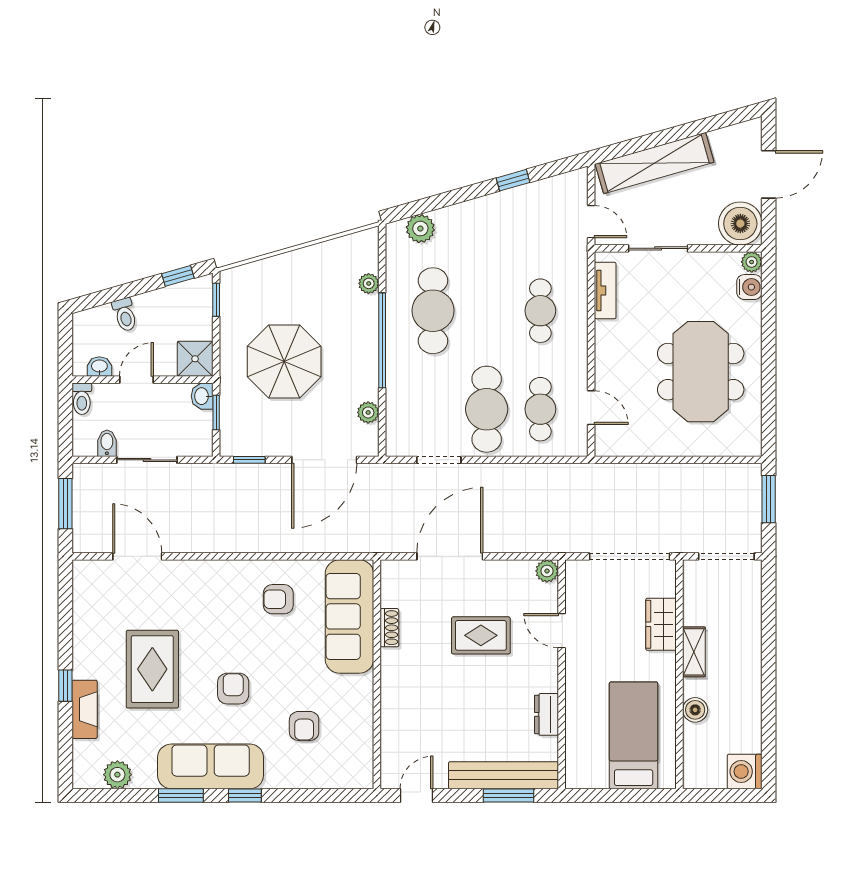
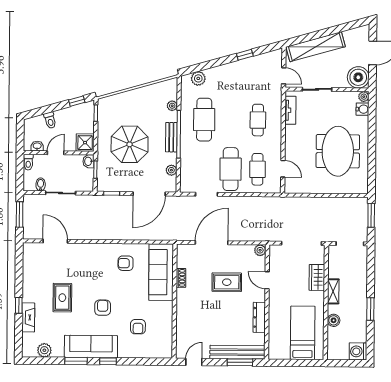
bench: (368, 346) -> (171, 137), added
rug: (152, 669) -> (62, 298), width x0.73, depth x0.70
window: (769, 687) -> (370, 309), added
dresser: (547, 714) -> (259, 317), width x1.44

